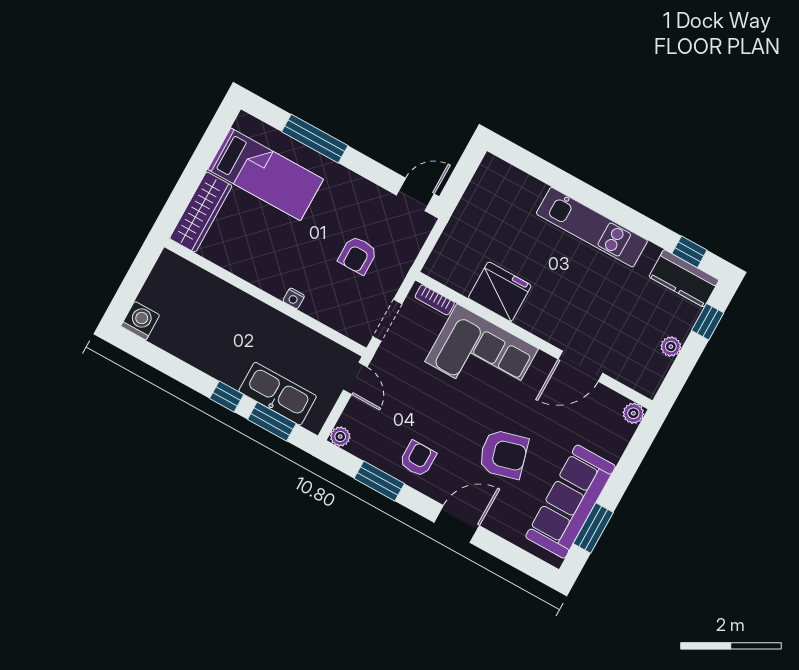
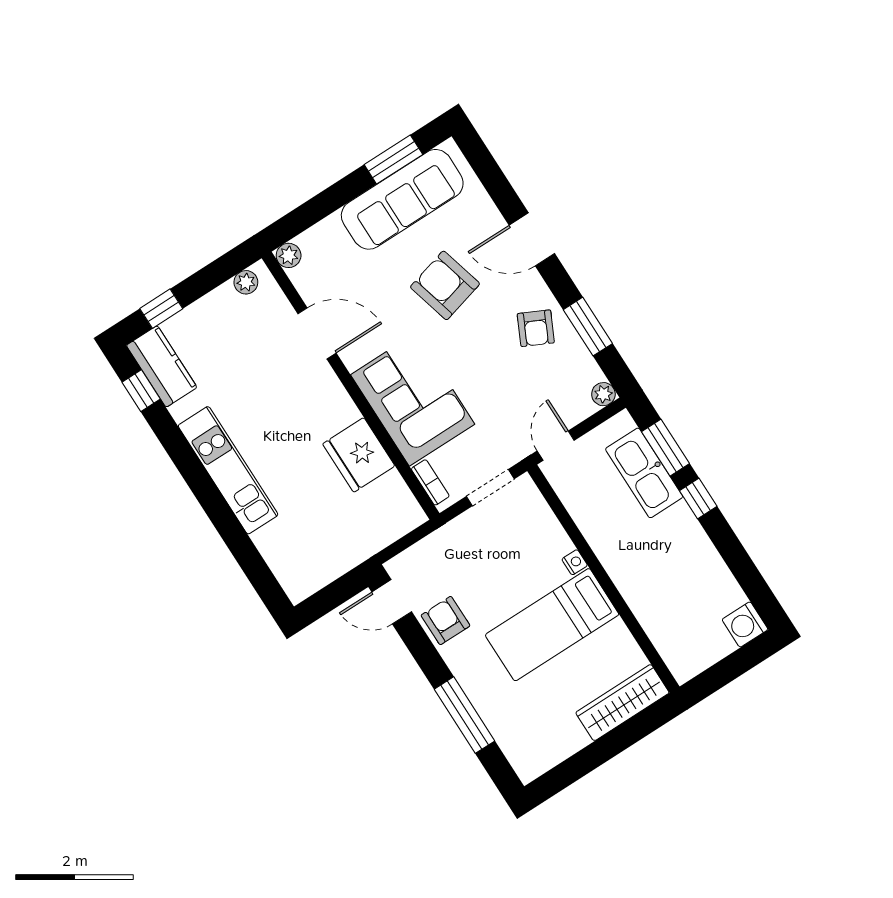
bed: (266, 174) -> (552, 625), moved, turned -90
armchair: (358, 255) -> (446, 621), moved, turned -90
plant: (671, 347) -> (246, 282), moved
armchair: (418, 459) -> (536, 328), turned -64

